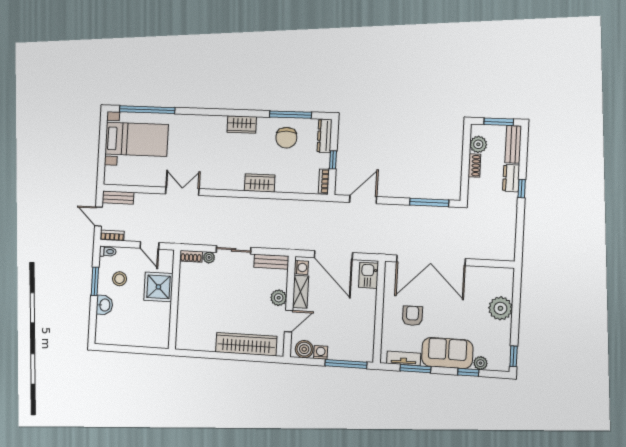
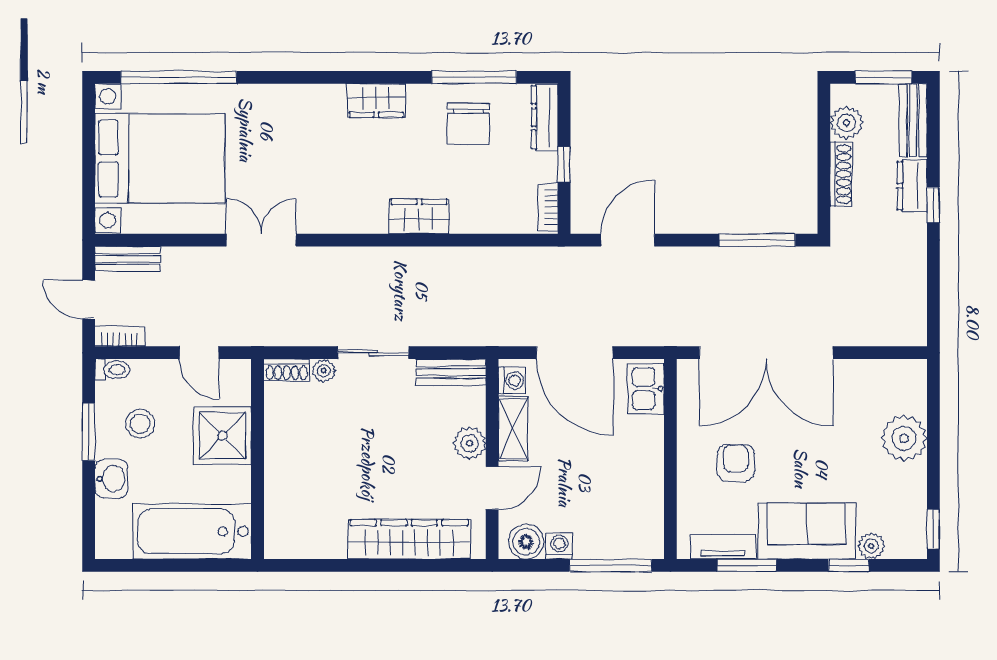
bed with nightstands: (136, 139) -> (160, 158), width x1.36
shoe rack: (474, 166) -> (841, 174), width x1.43
bathtub: (141, 333) -> (192, 531), added

